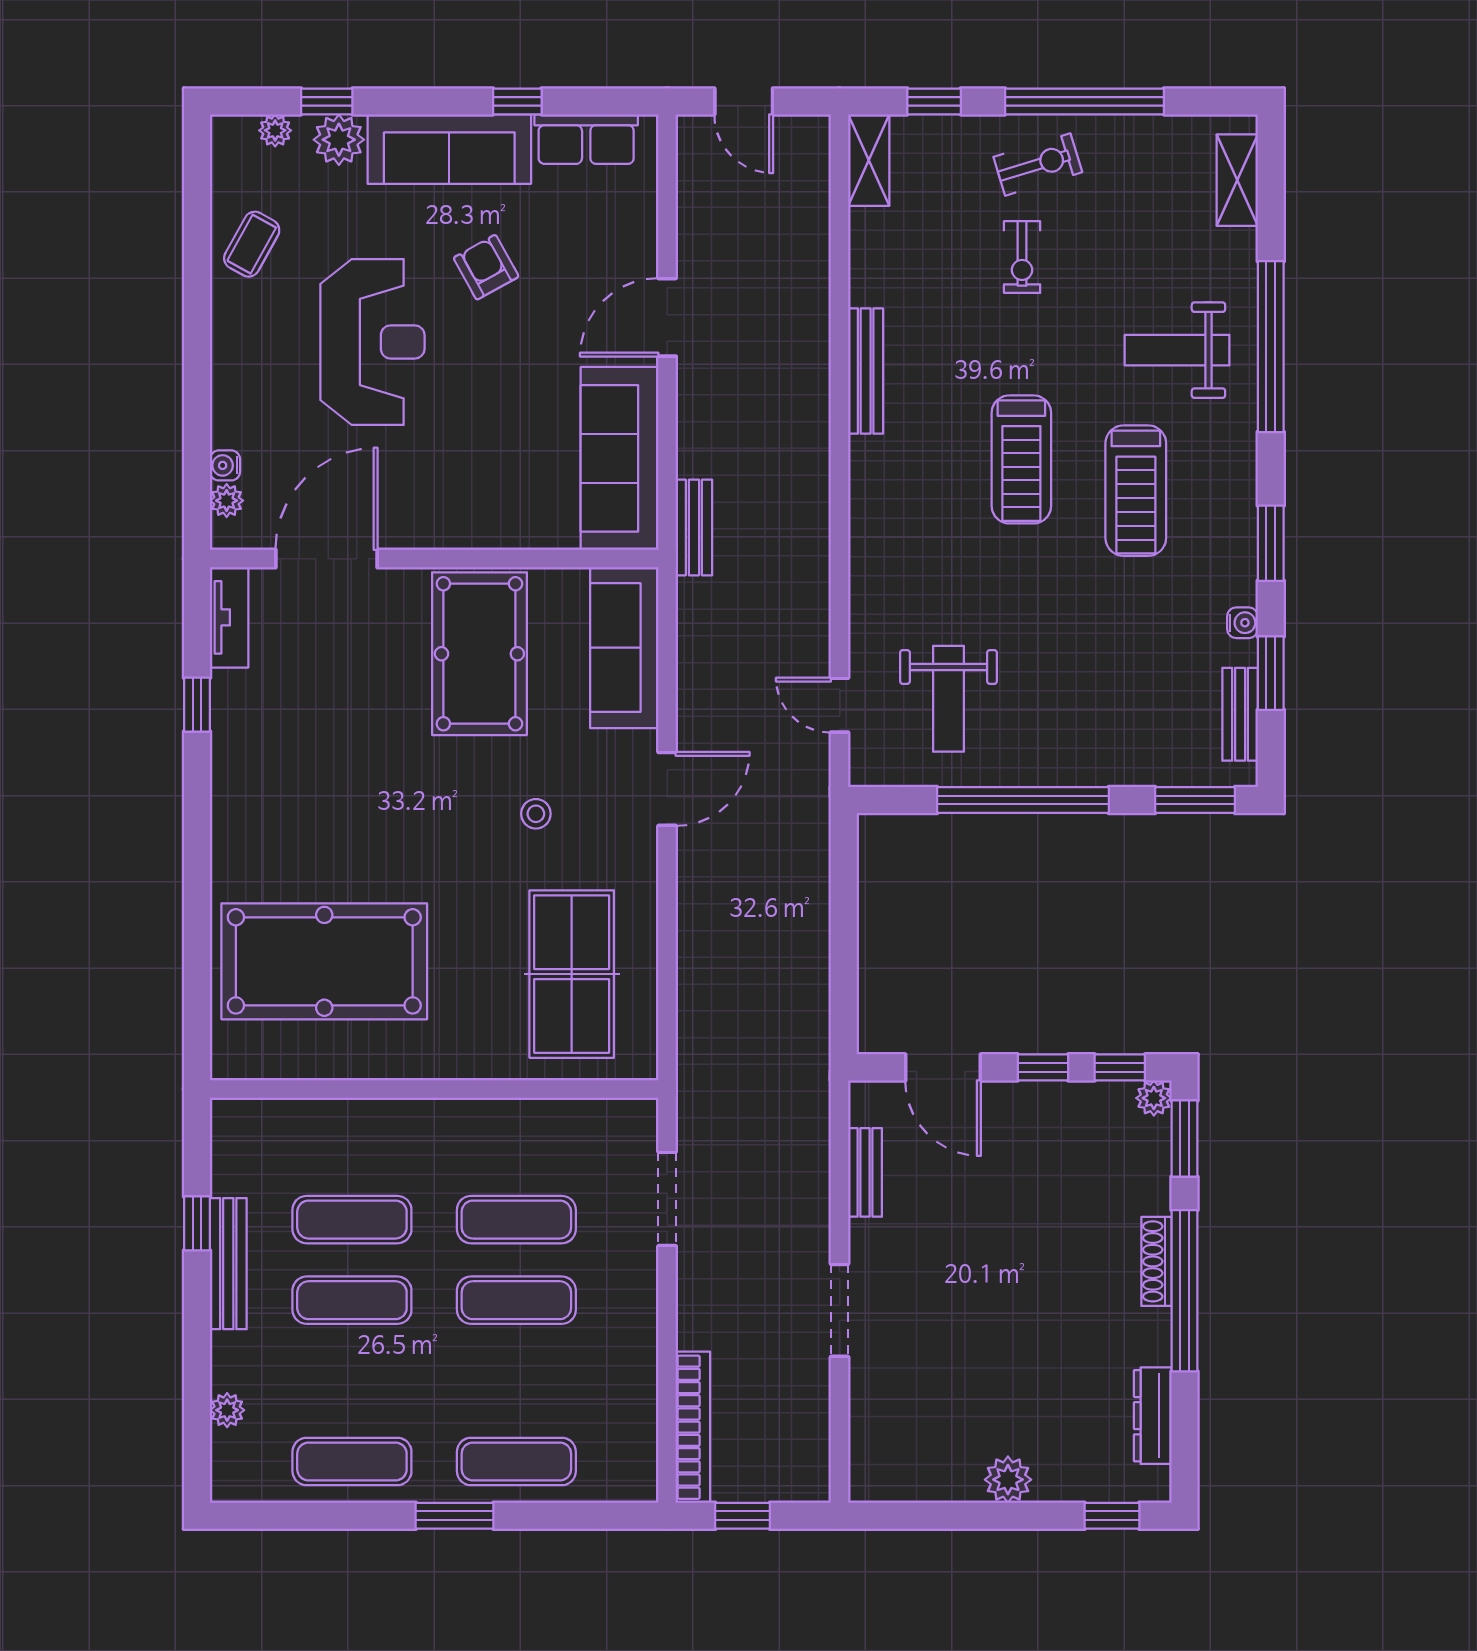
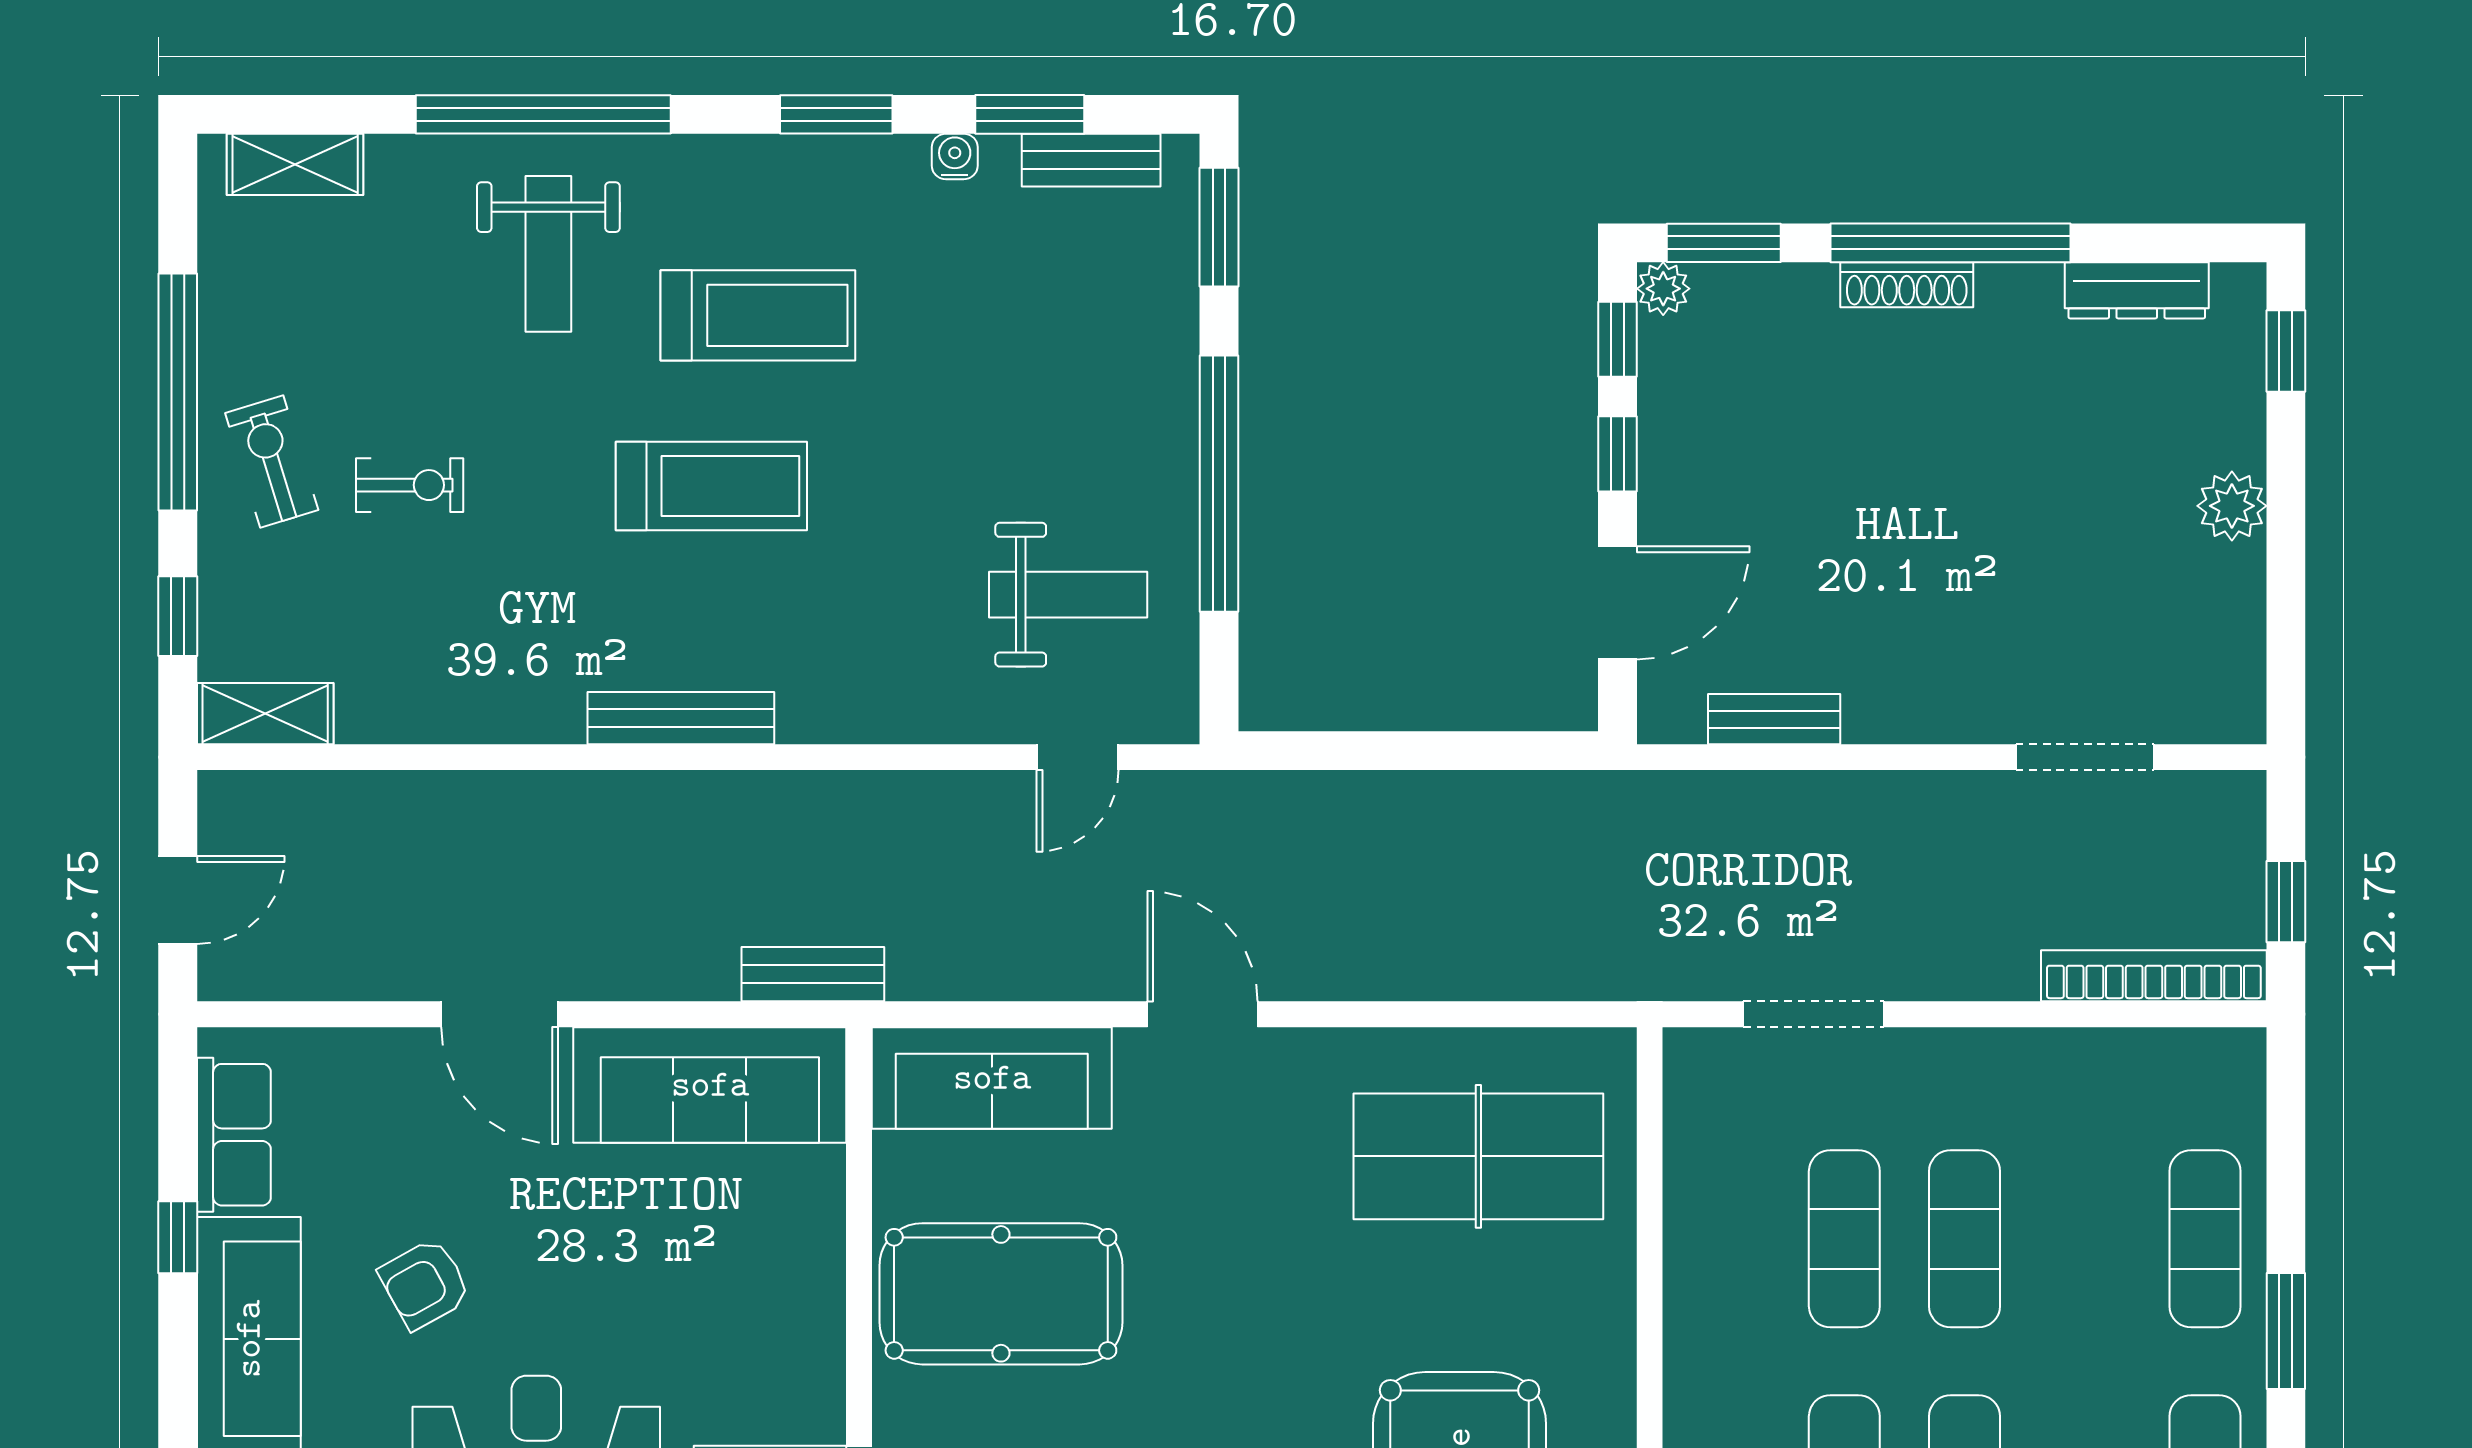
bench: (866, 371) -> (681, 718), moved
stool: (536, 814) -> (1240, 1210), removed
doorway: (840, 1310) -> (2085, 757), moved

